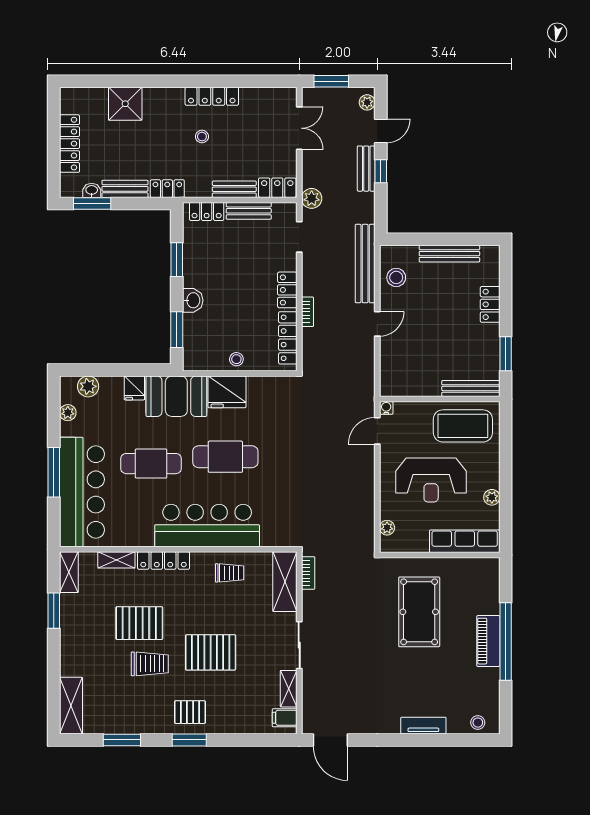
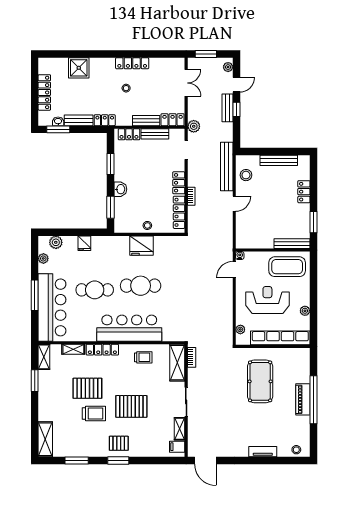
booth: (176, 396) -> (110, 248), removed
reception desk: (431, 480) -> (267, 300), turned 180
row of seats: (465, 541) -> (280, 338), width x1.36

